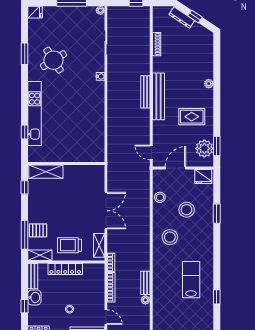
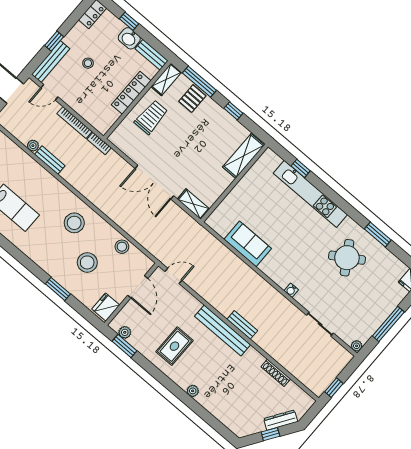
bench: (145, 92) -> (242, 325), width x0.73
sofa: (95, 125) -> (248, 244), added
plant: (204, 148) -> (125, 332), width x0.53, depth x0.53
window: (25, 187) -> (233, 111), moved
shelving: (99, 245) -> (193, 204), moved

